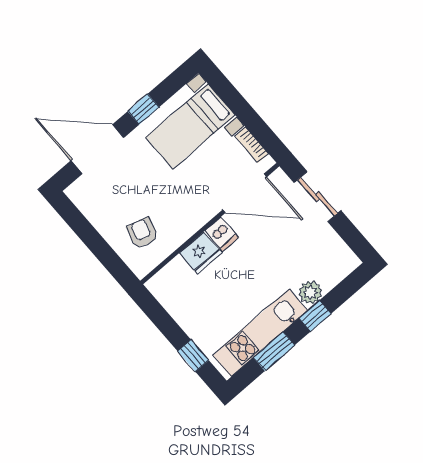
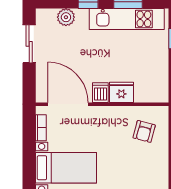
sliding door: (318, 197) -> (29, 44), moved
plant: (310, 292) -> (66, 17), moved

